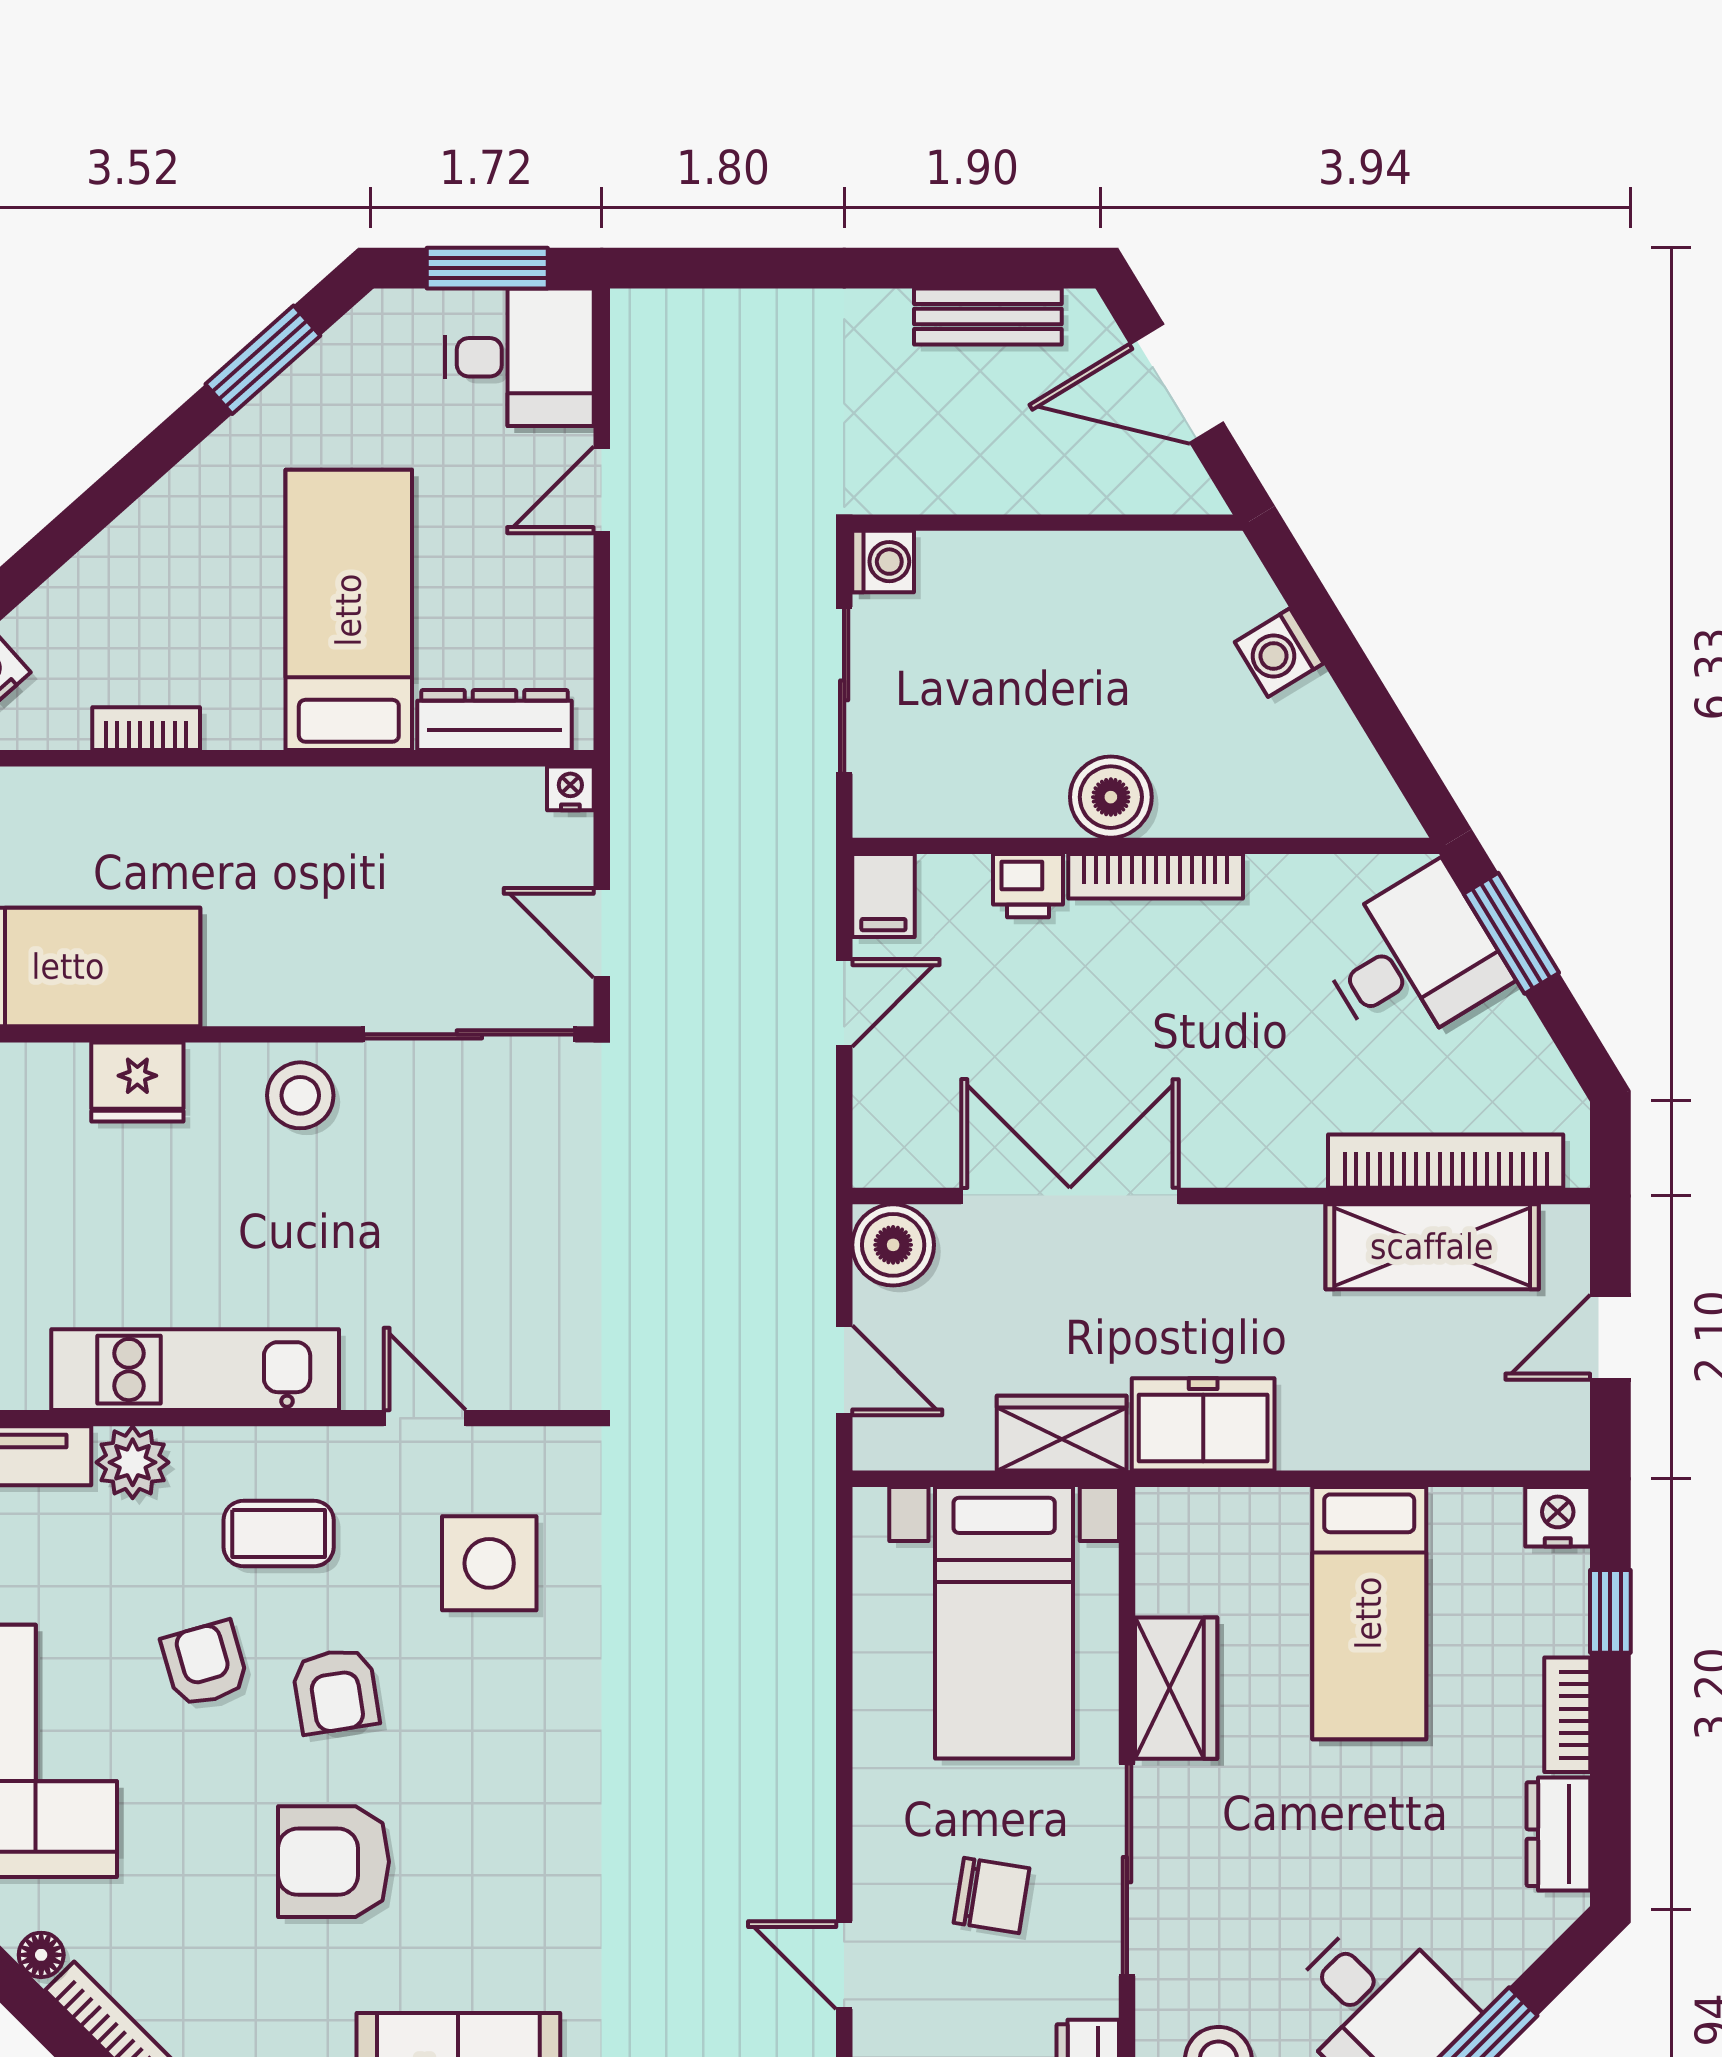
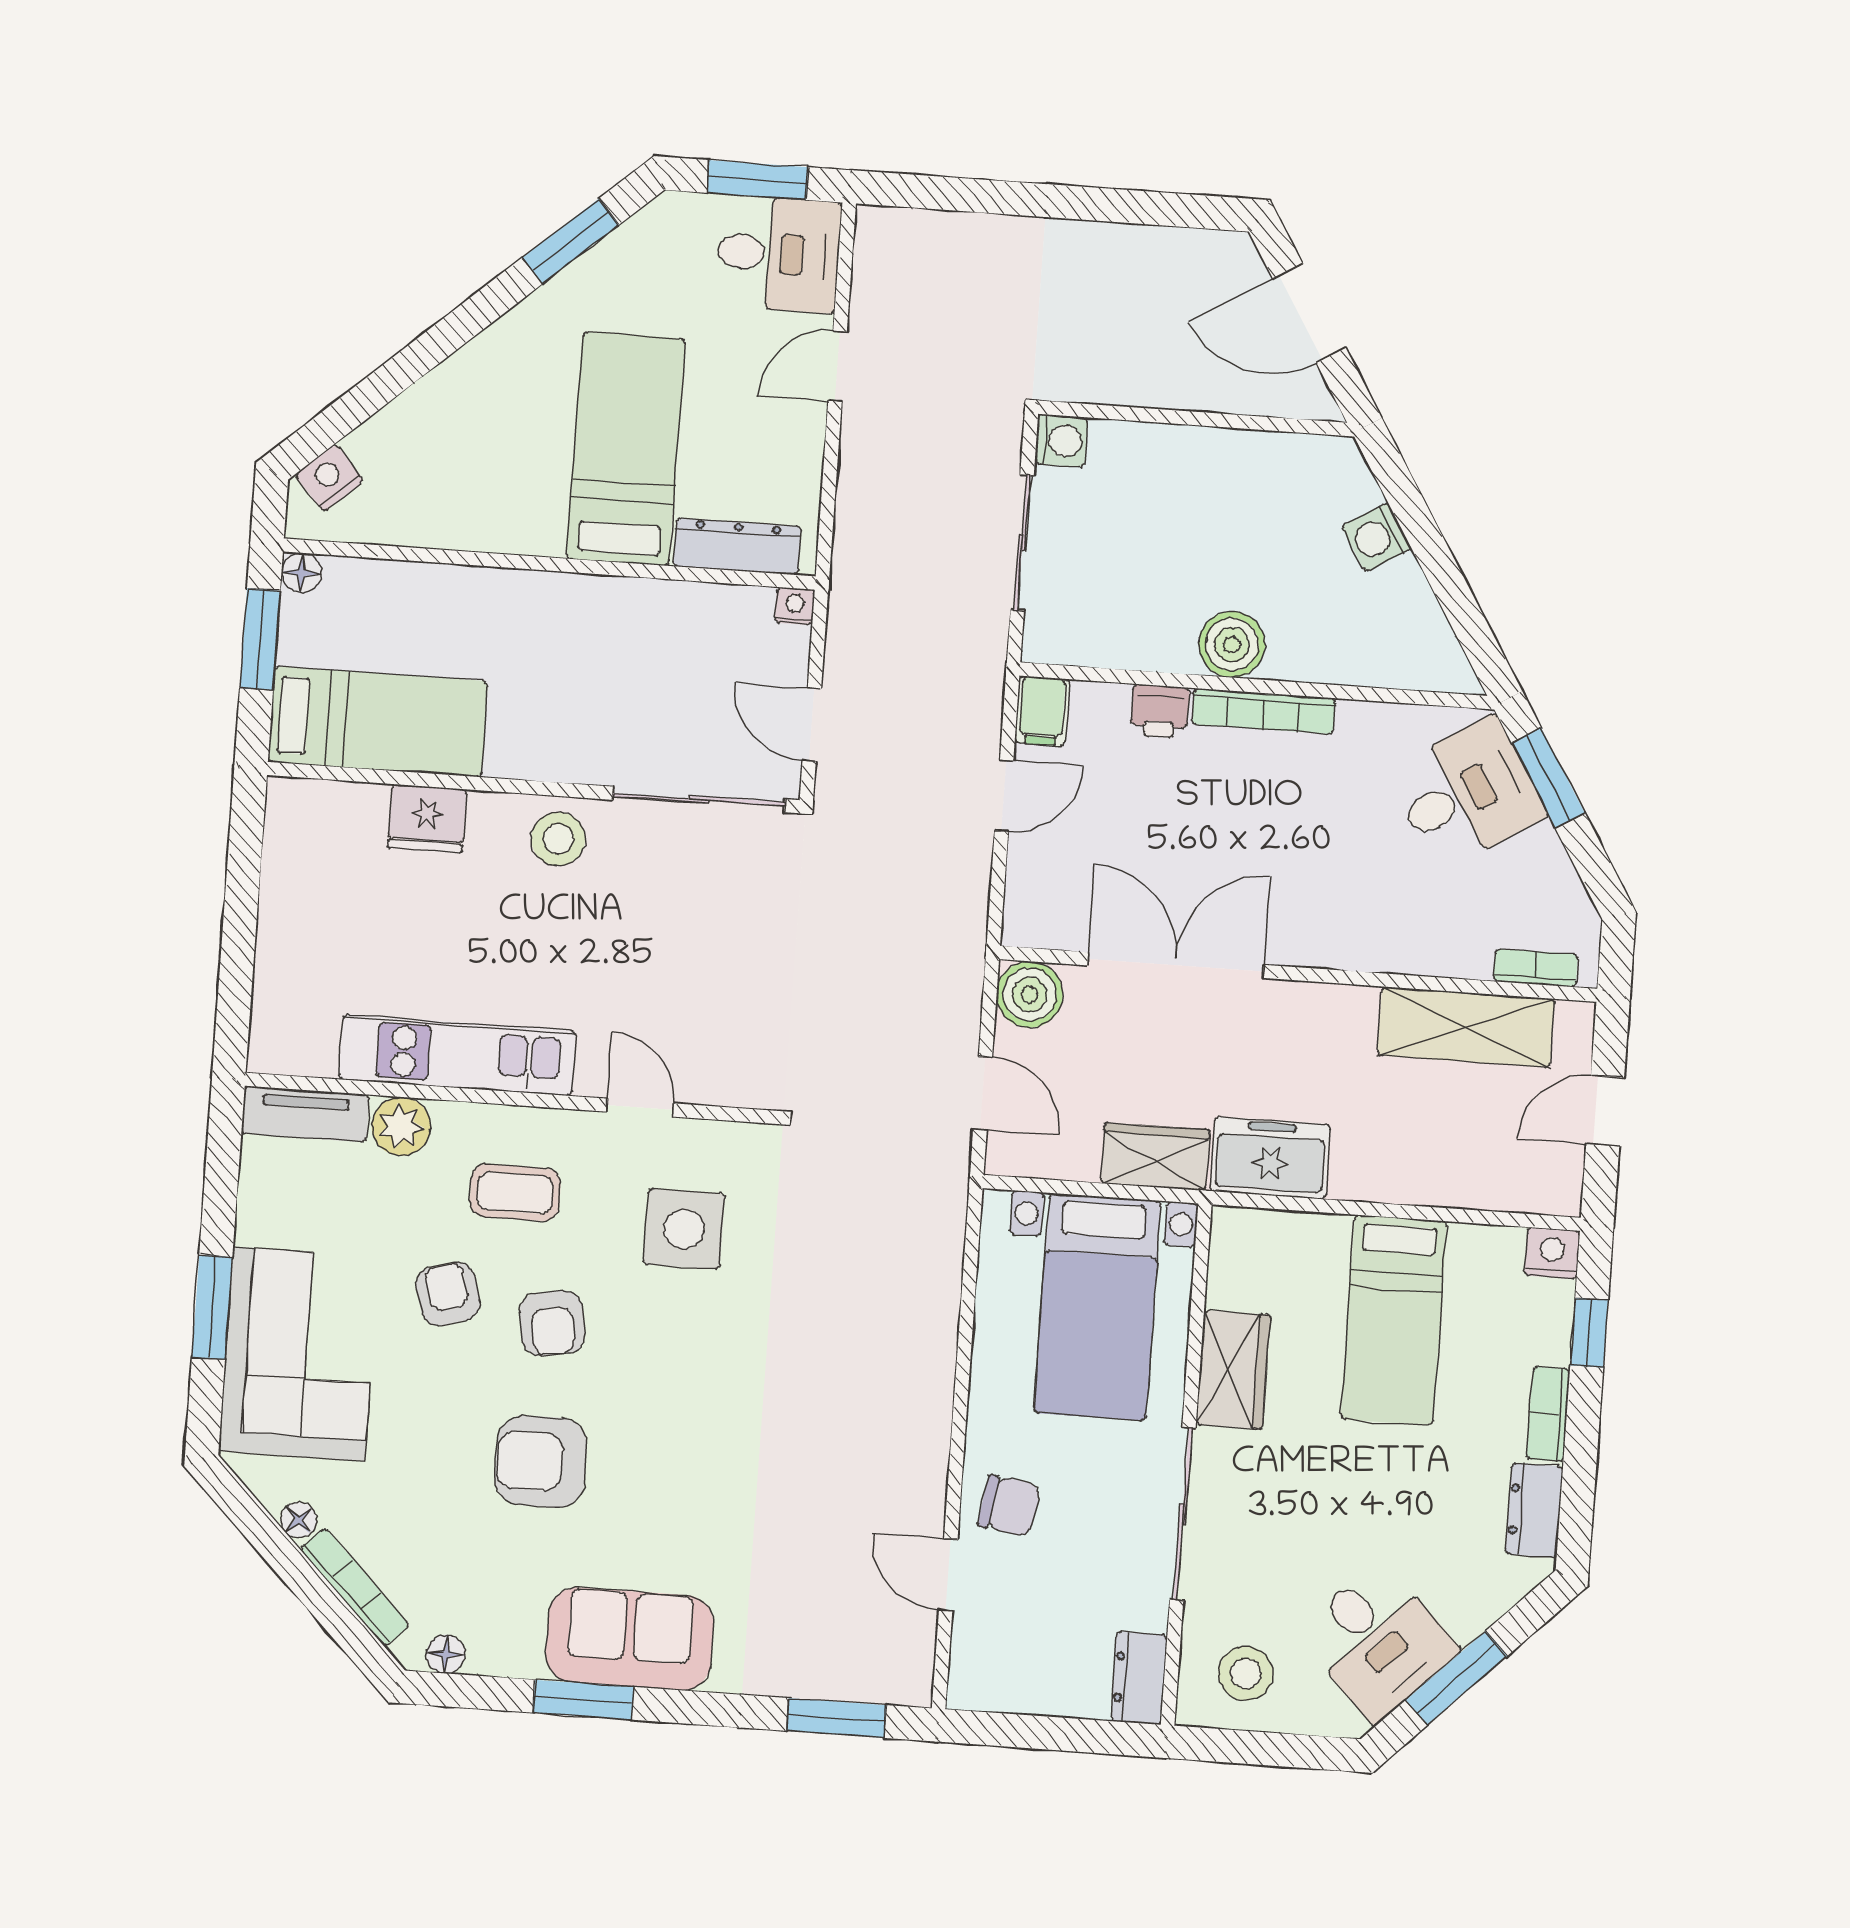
bench: (988, 316) -> (1160, 248), removed
bookcase: (146, 729) -> (455, 533), removed
bookcase: (1446, 1161) -> (1536, 968), width x0.43, depth x0.76
chair: (992, 1895) -> (1009, 1506), moved

